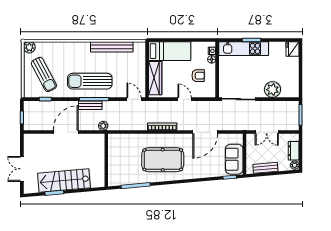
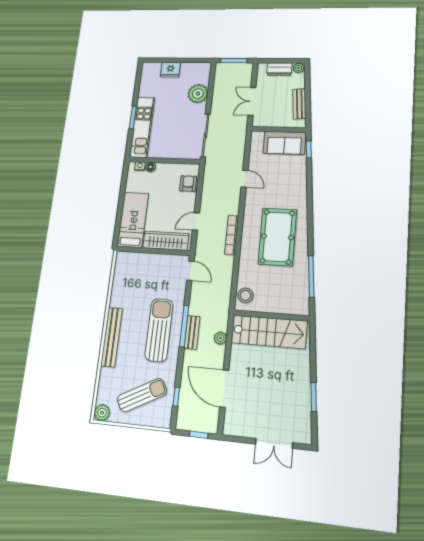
bench: (112, 47) -> (112, 337), moved
fridge: (292, 49) -> (170, 70), moved
armchair: (198, 76) -> (188, 184), moved
sun lounger: (90, 81) -> (159, 330), turned 180
door: (134, 99) -> (190, 271), swing flipped
door: (185, 99) -> (196, 221), moved
plant: (103, 126) -> (220, 338), moved
door: (66, 132) -> (224, 389), moved
door: (205, 132) -> (244, 179), width x0.53
double door: (267, 132) -> (252, 101), swing flipped
stool: (119, 141) -> (245, 295), added
stairs: (64, 181) -> (269, 332), moved, turned -85

